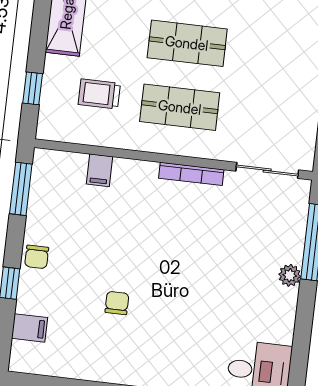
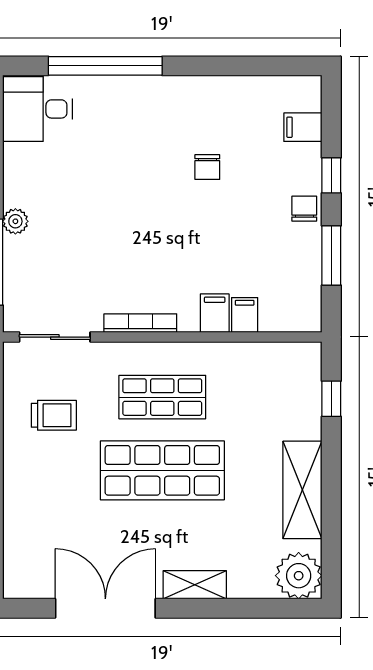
shop shelf: (187, 43) -> (162, 470), width x1.43, depth x1.36
trolley: (99, 94) -> (54, 415), moved
filing cabinet: (125, 175) -> (215, 313), added
window: (21, 189) -> (331, 255), moved

